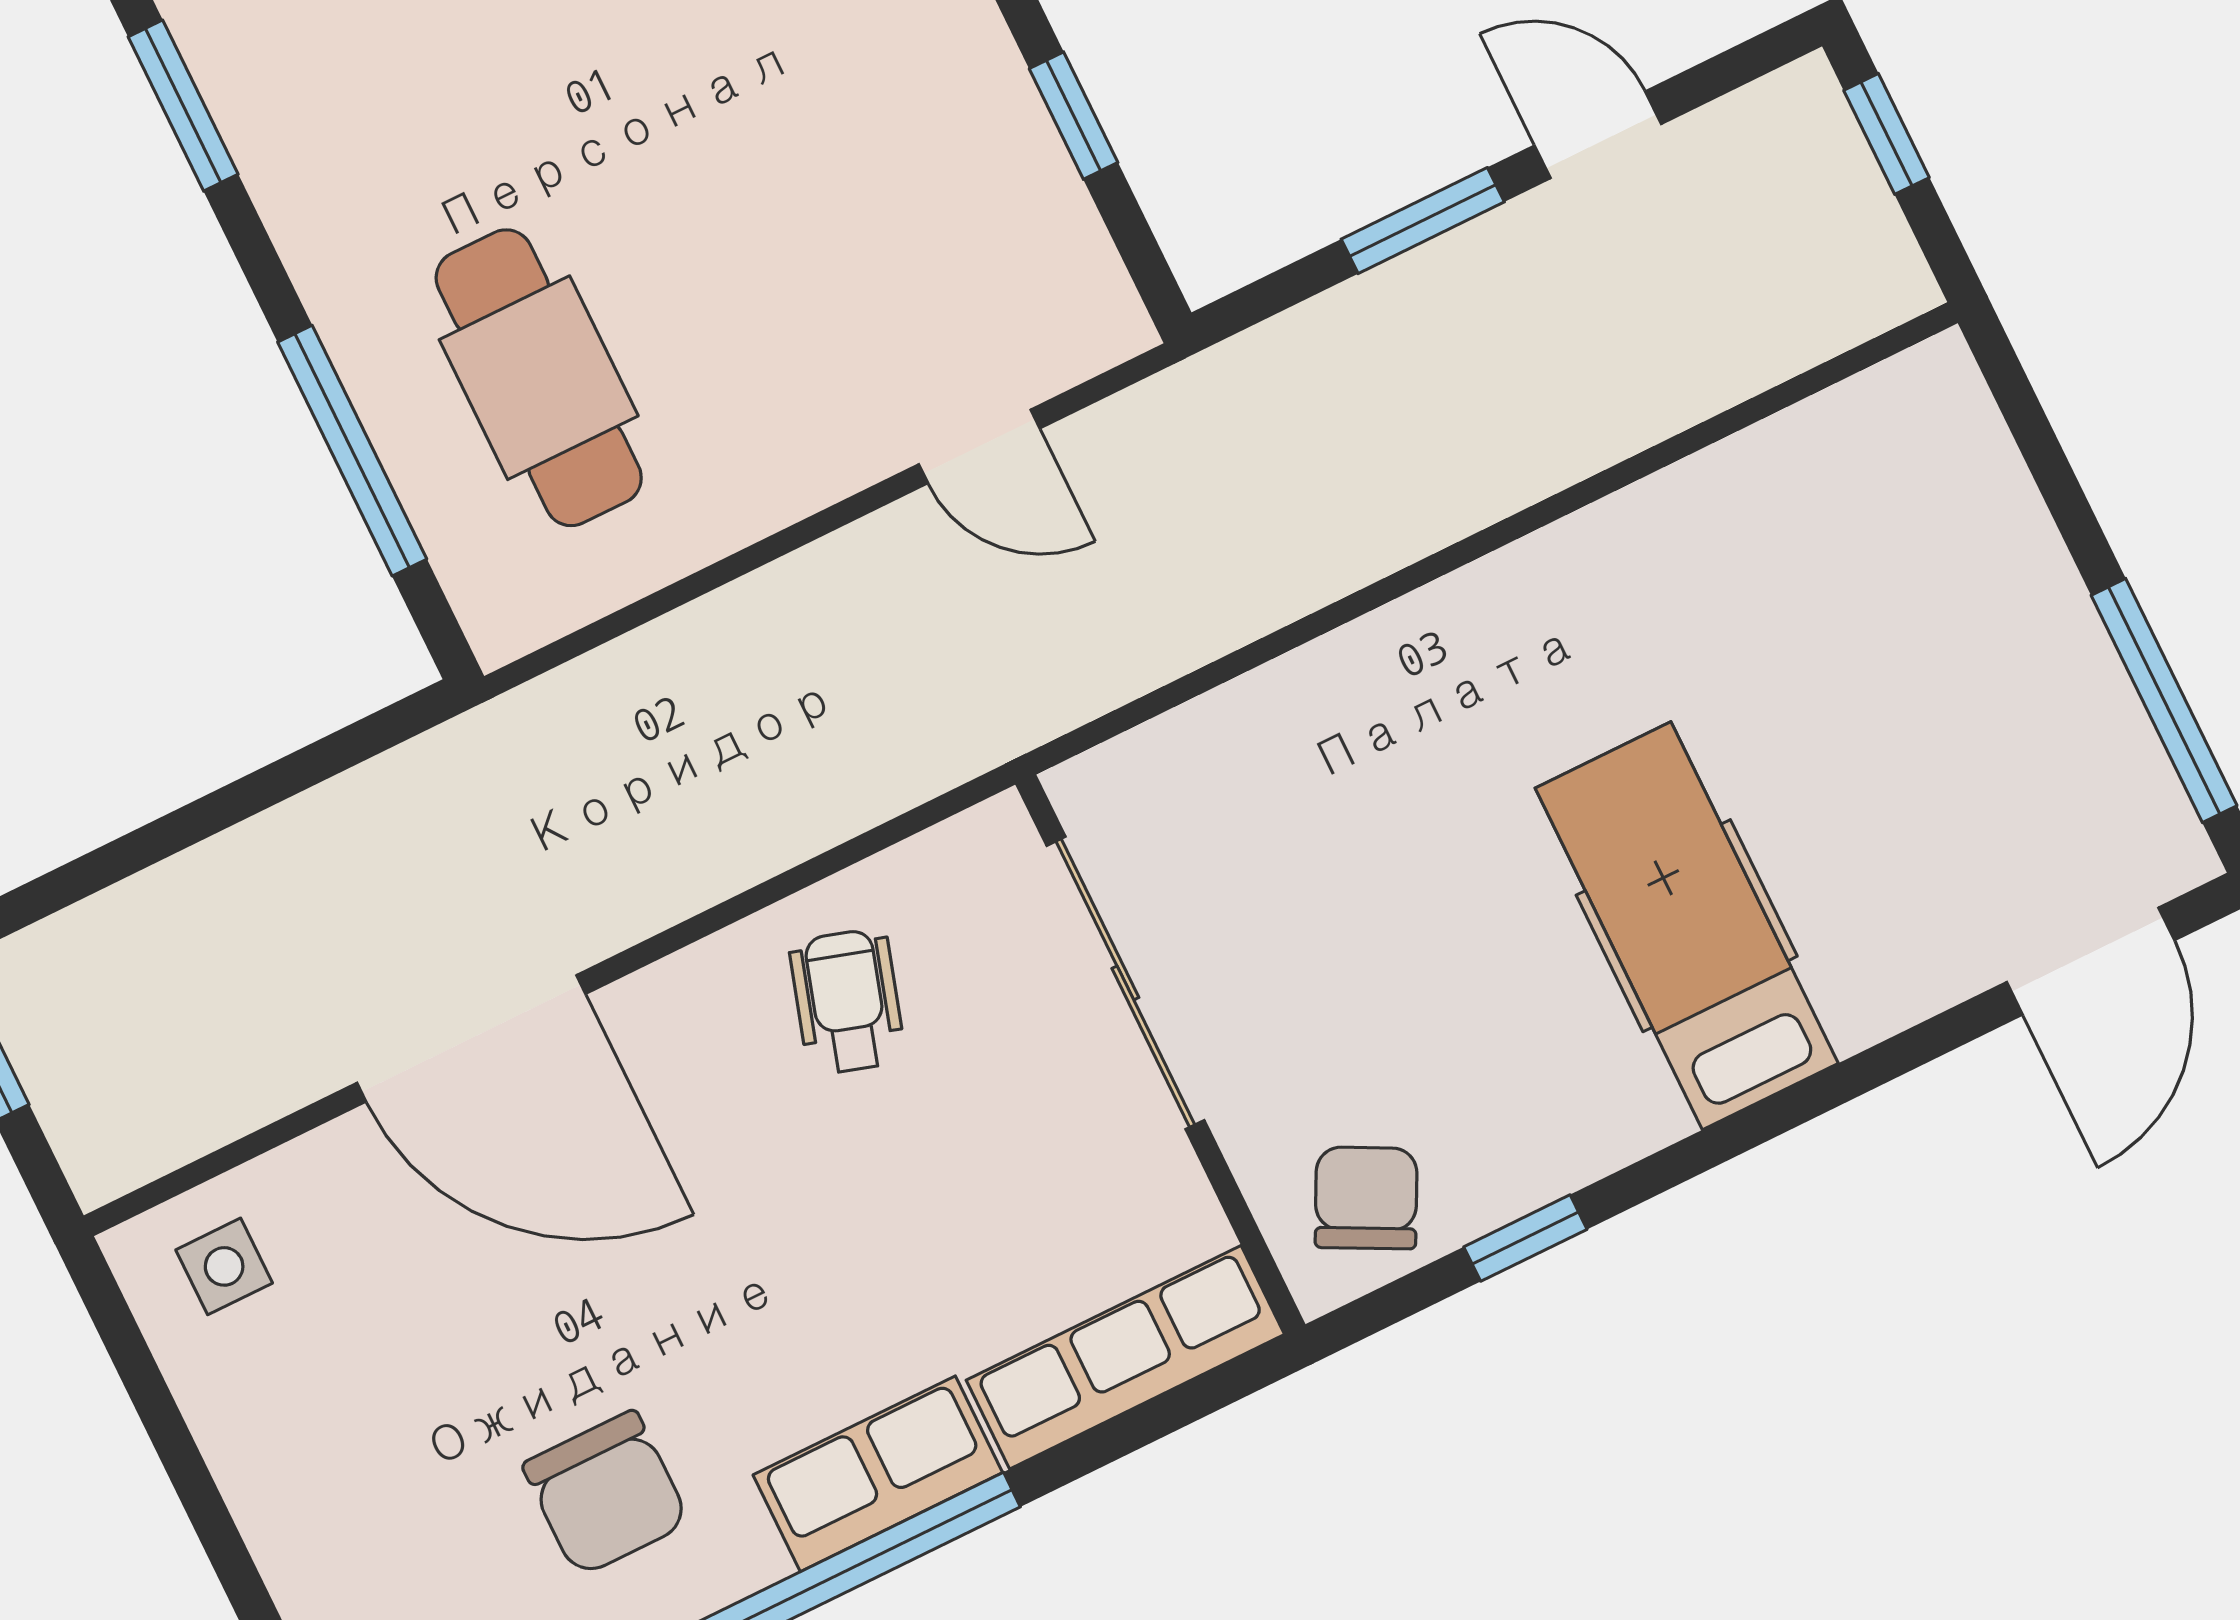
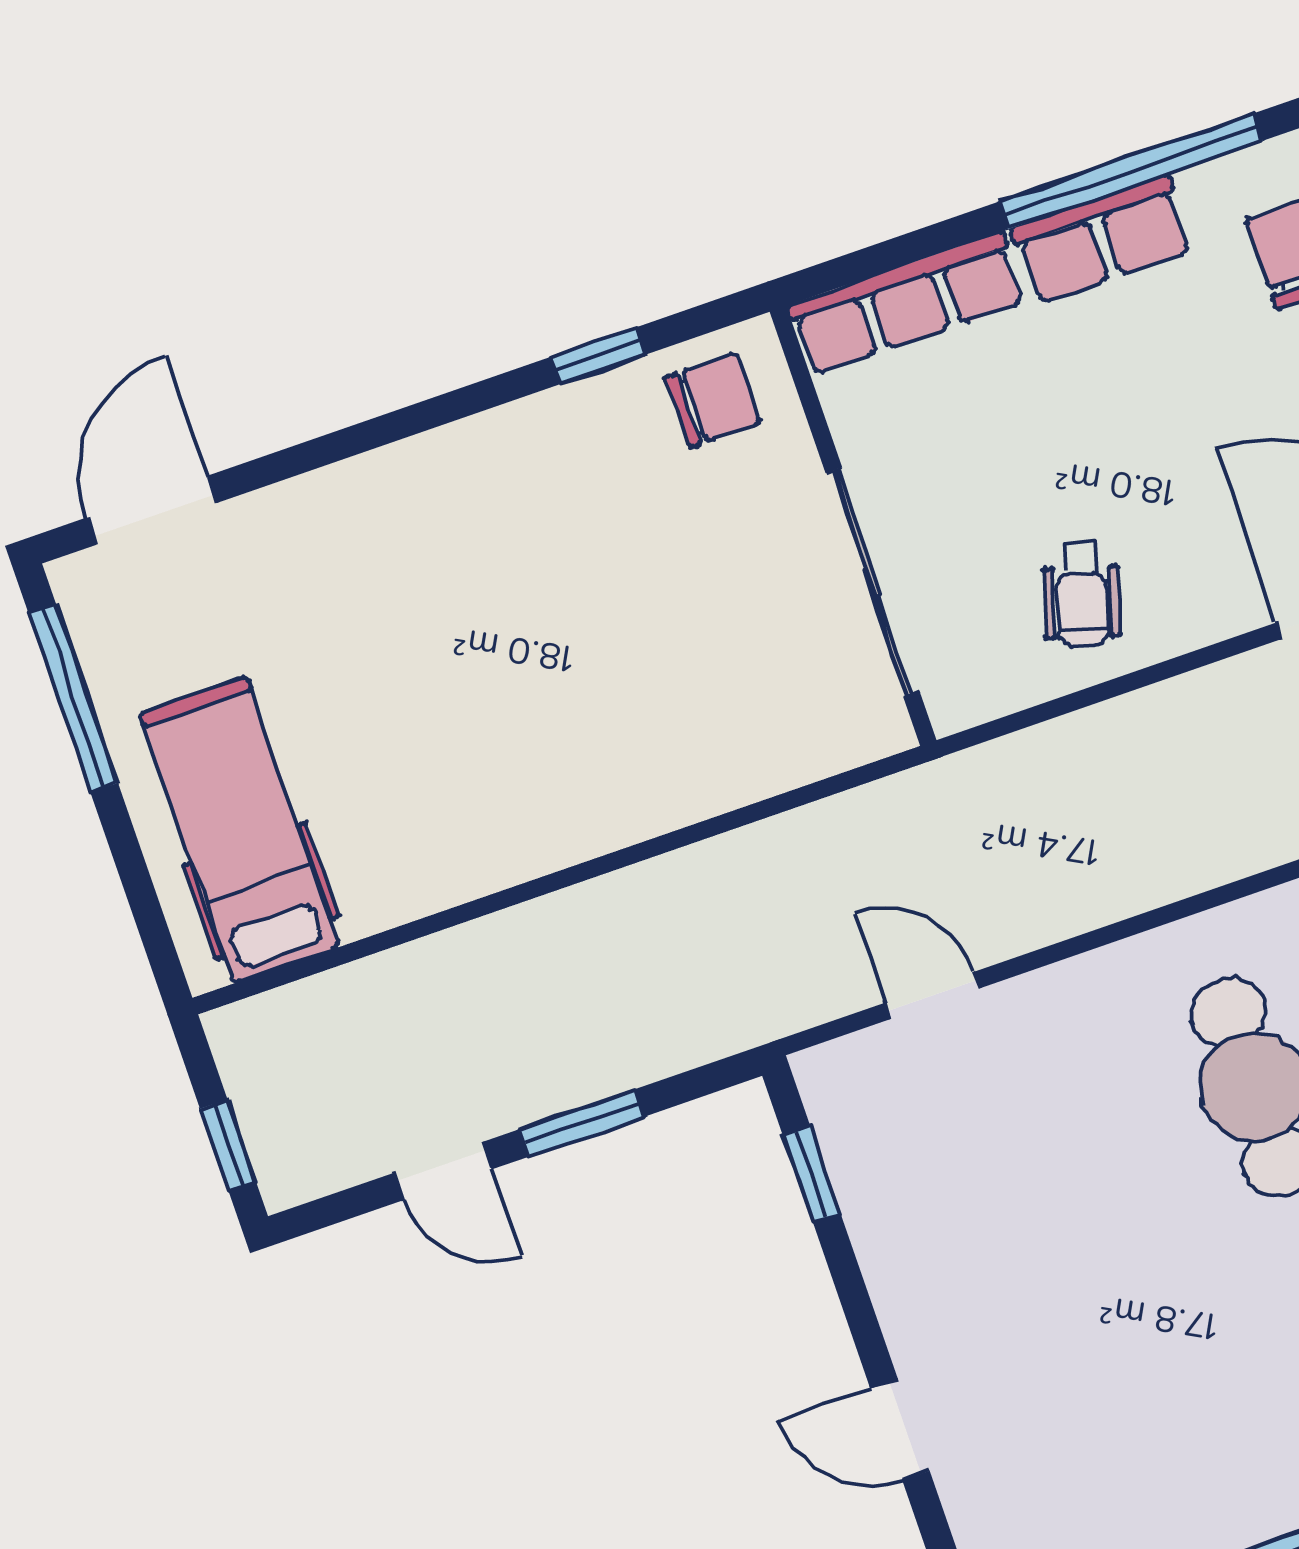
window: (1074, 116) -> (812, 1174), moved
hospital bed: (1687, 926) -> (240, 830), moved, turned 180
chair: (1366, 1198) -> (713, 400), turned -117

